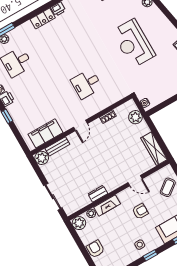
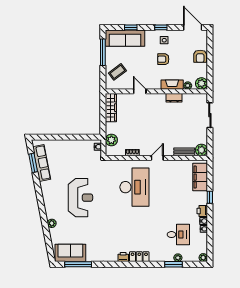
desk: (86, 84) -> (134, 187), width x1.87, depth x1.30
filing cabinet: (46, 133) -> (200, 177), moved, turned 90
armchair: (140, 211) -> (163, 59), moved

